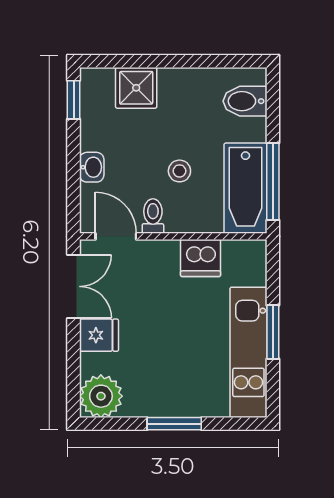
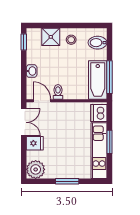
stool: (179, 171) -> (71, 40), moved
dishwasher: (201, 258) -> (99, 113), moved, turned 90

